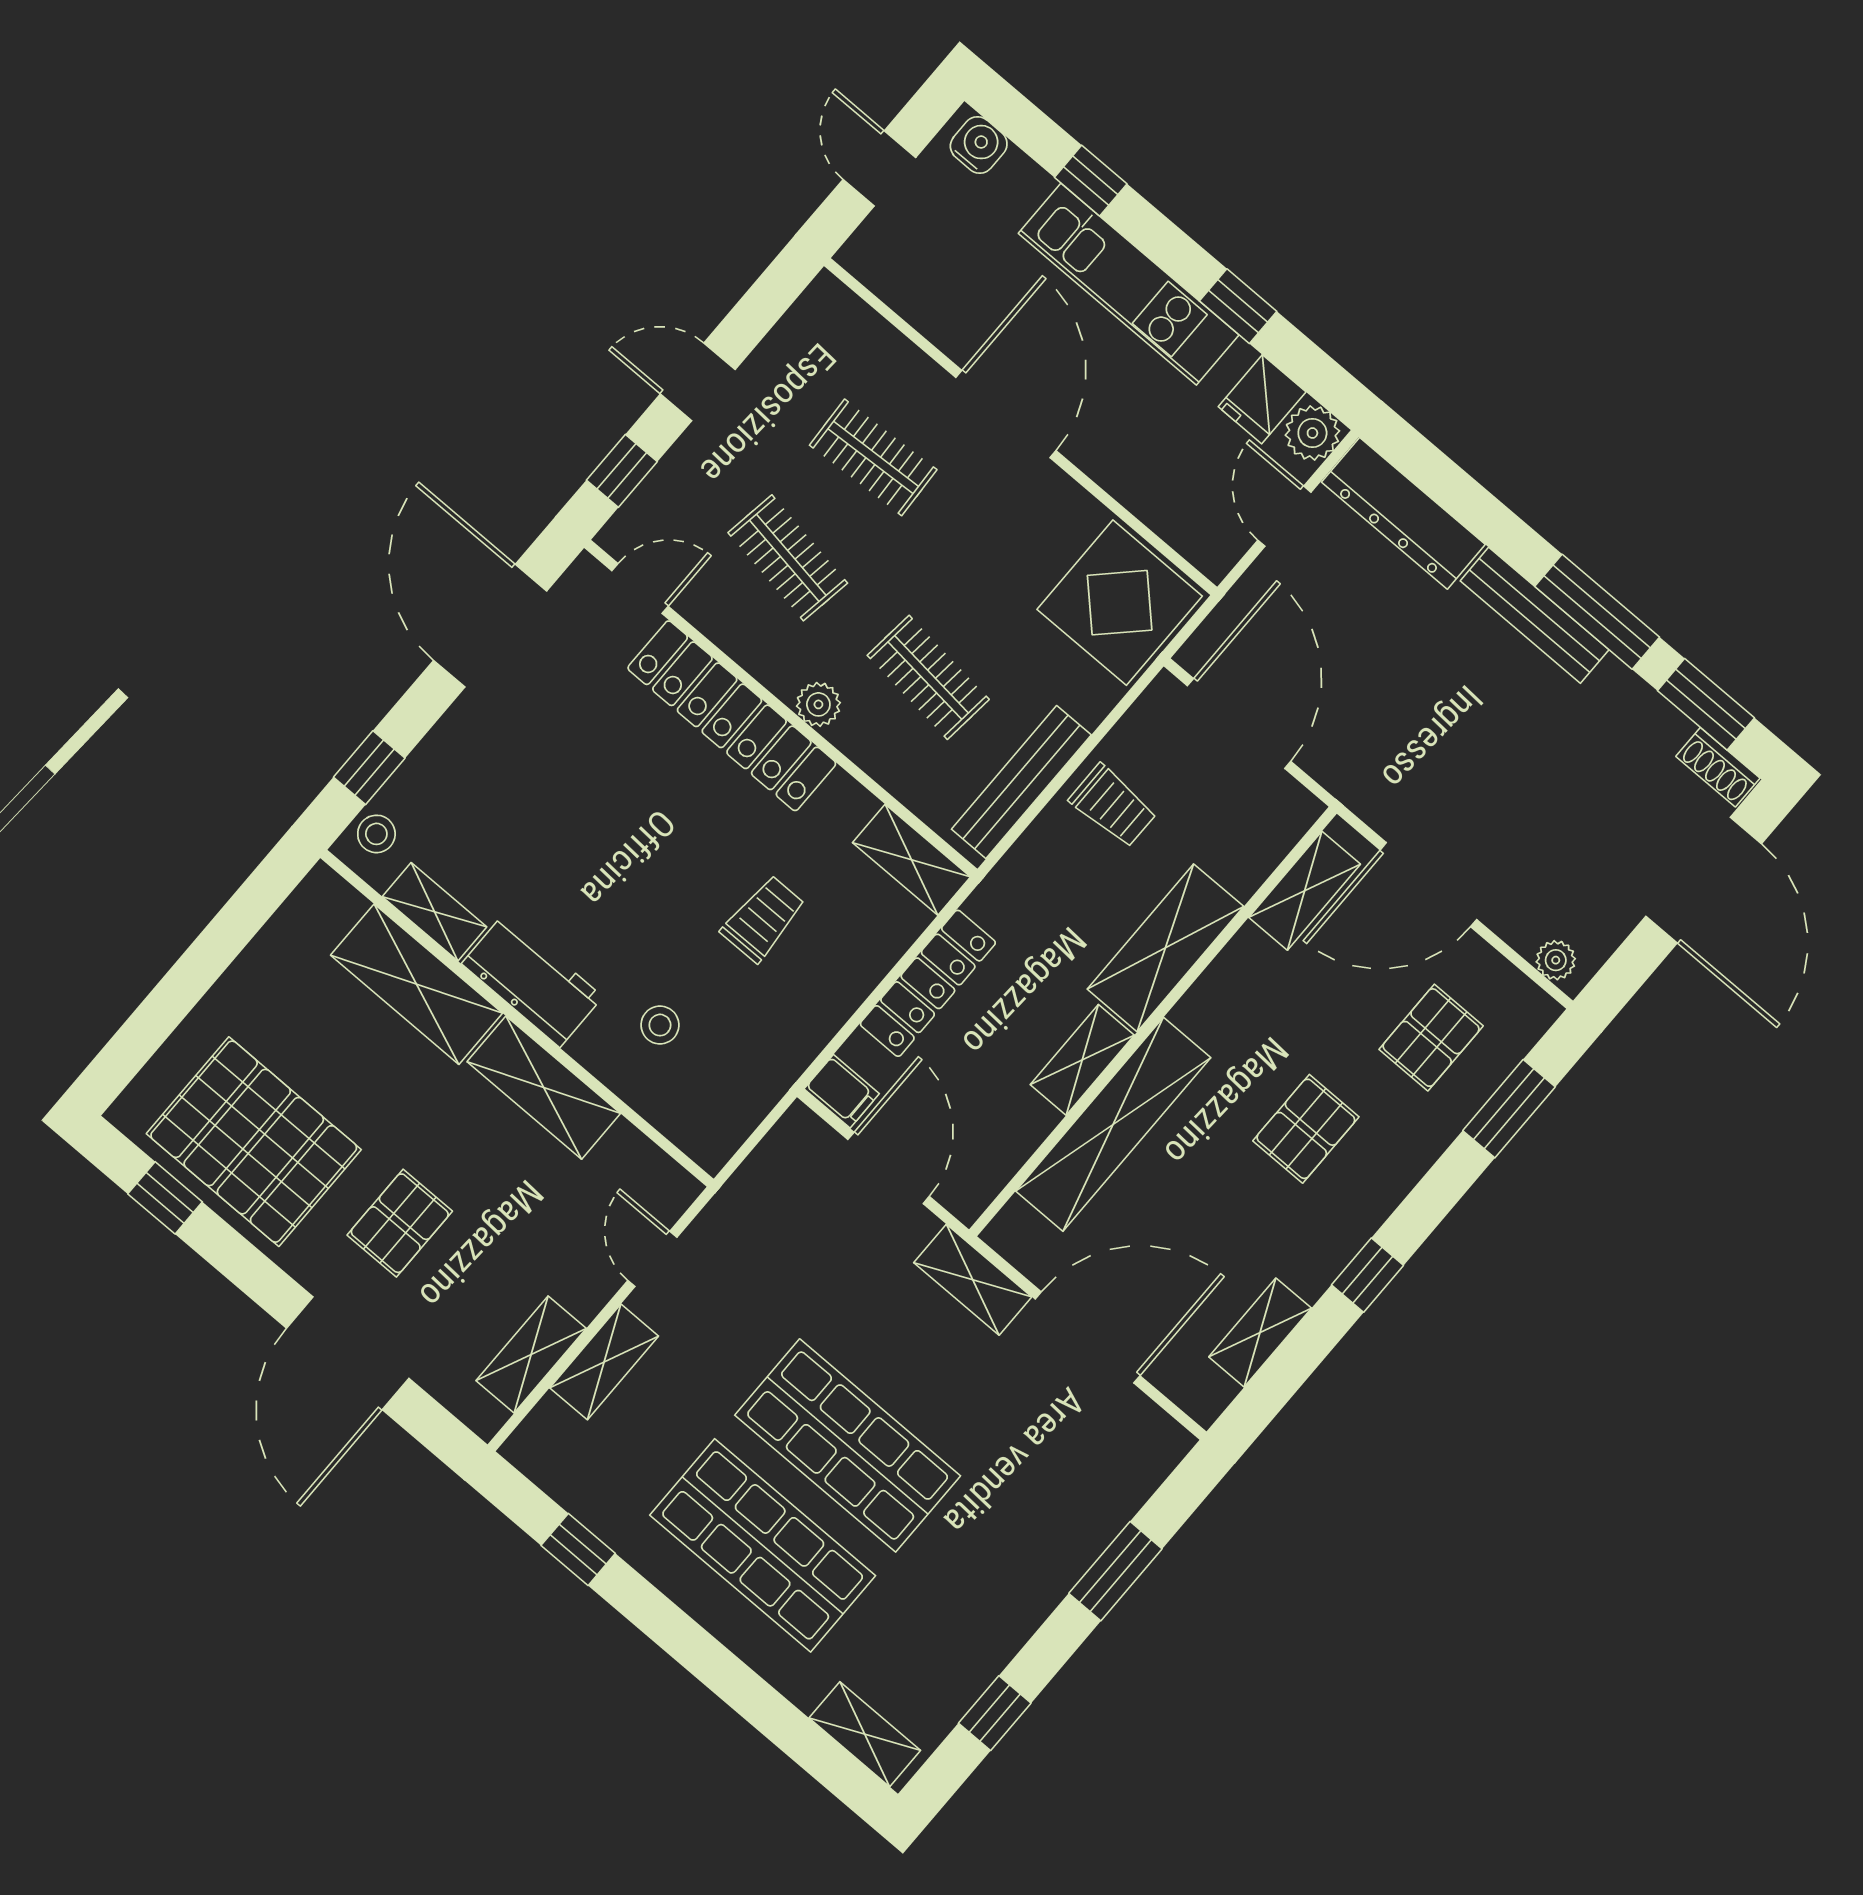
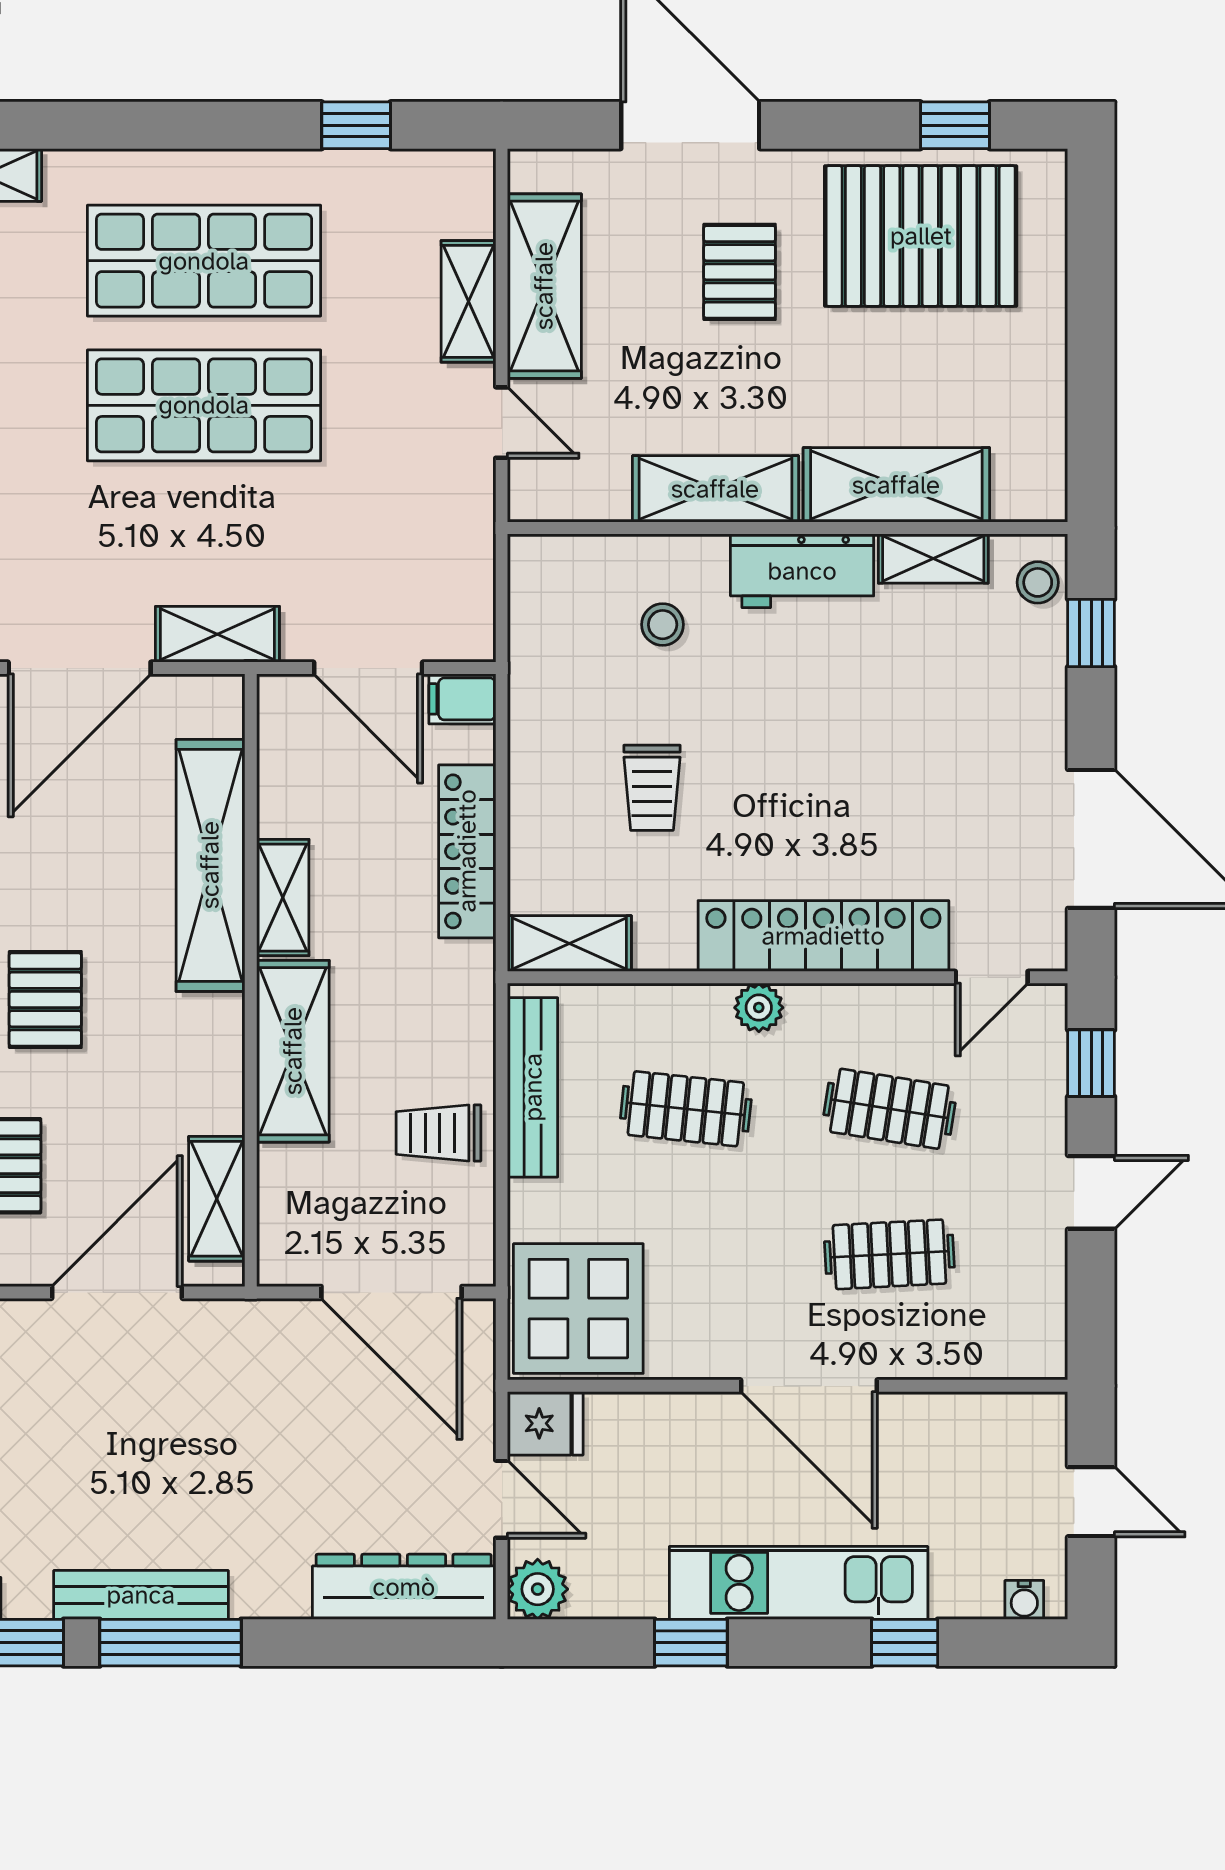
water cooler: (979, 145) -> (1024, 1600), width x0.72, depth x0.72
fridge: (1262, 399) -> (545, 1423), moved, turned 90
bench: (1535, 615) -> (141, 1595), moved
shelving: (531, 1355) -> (544, 286), width x1.50, depth x1.33

